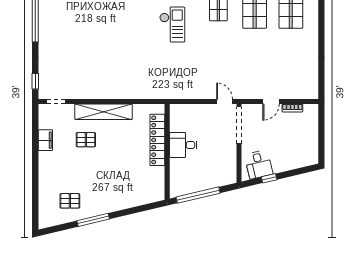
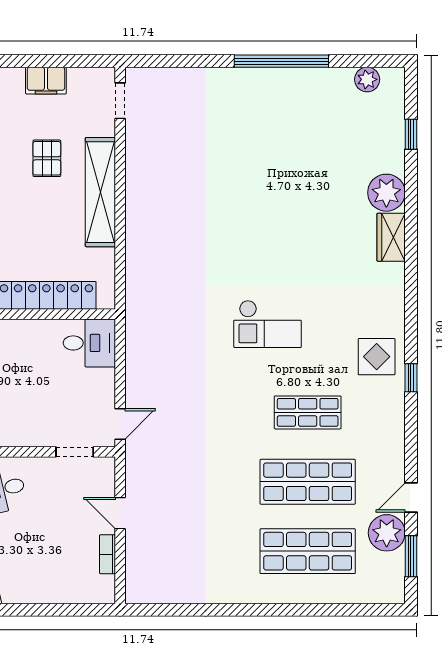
window: (35, 81) -> (159, 61), removed
doorway: (239, 125) -> (75, 452), width x0.53
desk: (183, 145) -> (89, 343), moved, turned 90

